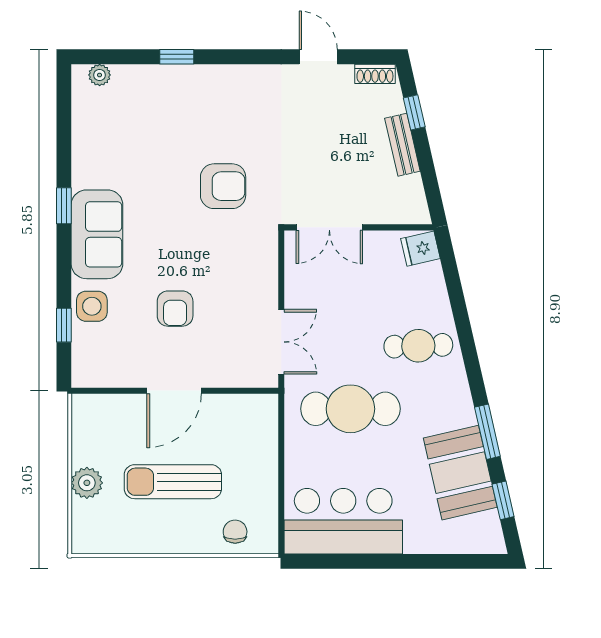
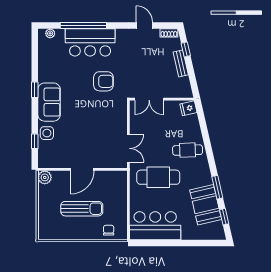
window: (177, 57) -> (83, 26), width x3.17
bar counter: (192, 96) -> (90, 42), added
armchair: (175, 309) -> (83, 134), removed
sun lounger: (173, 482) -> (82, 209), turned 180
plant: (87, 483) -> (45, 177), moved

